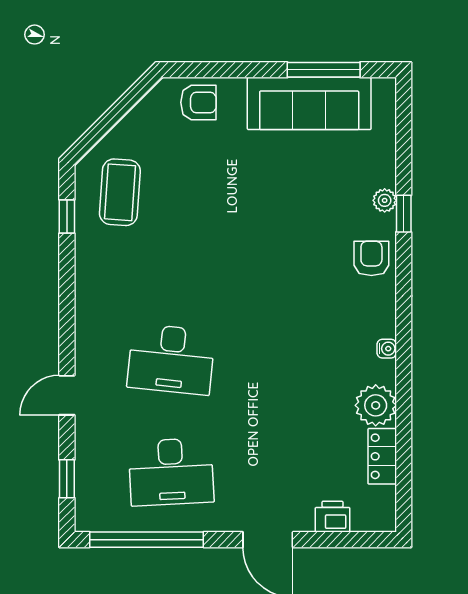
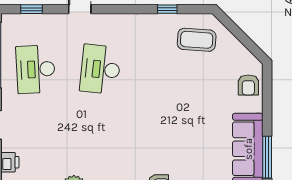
window: (67, 216) -> (167, 9), moved

